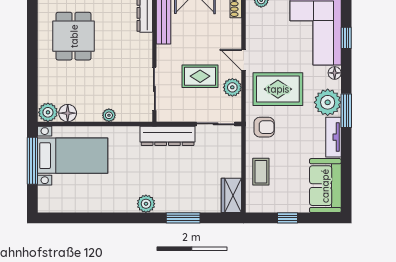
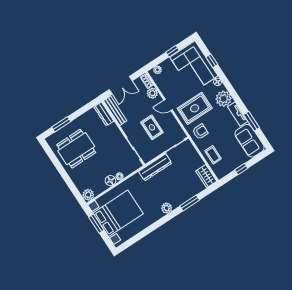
dining table: (74, 36) -> (76, 149), width x1.37
rug: (200, 76) -> (152, 127), turned 90
plant: (232, 87) -> (152, 93), moved
window: (346, 111) -> (252, 121), moved
floor lamp: (68, 113) -> (110, 181), moved
bed with nightstands: (73, 156) -> (118, 213), width x1.36
window: (32, 161) -> (96, 224), width x0.69

